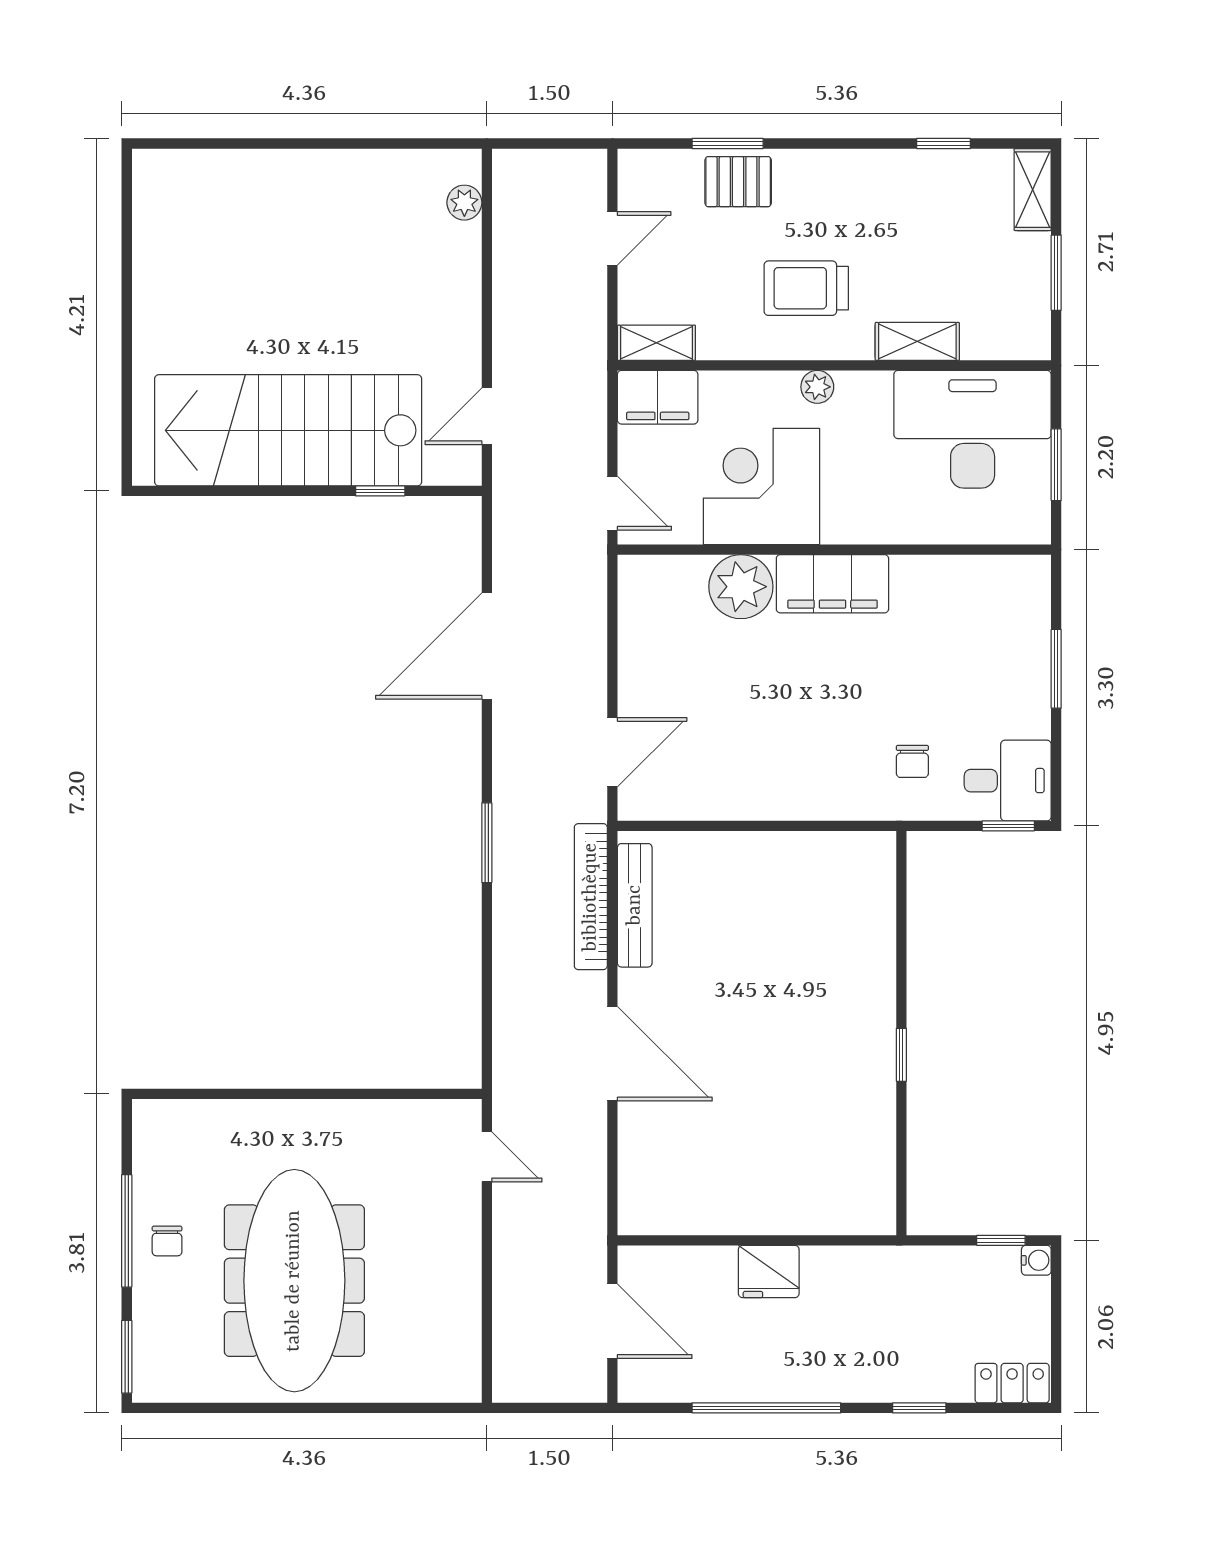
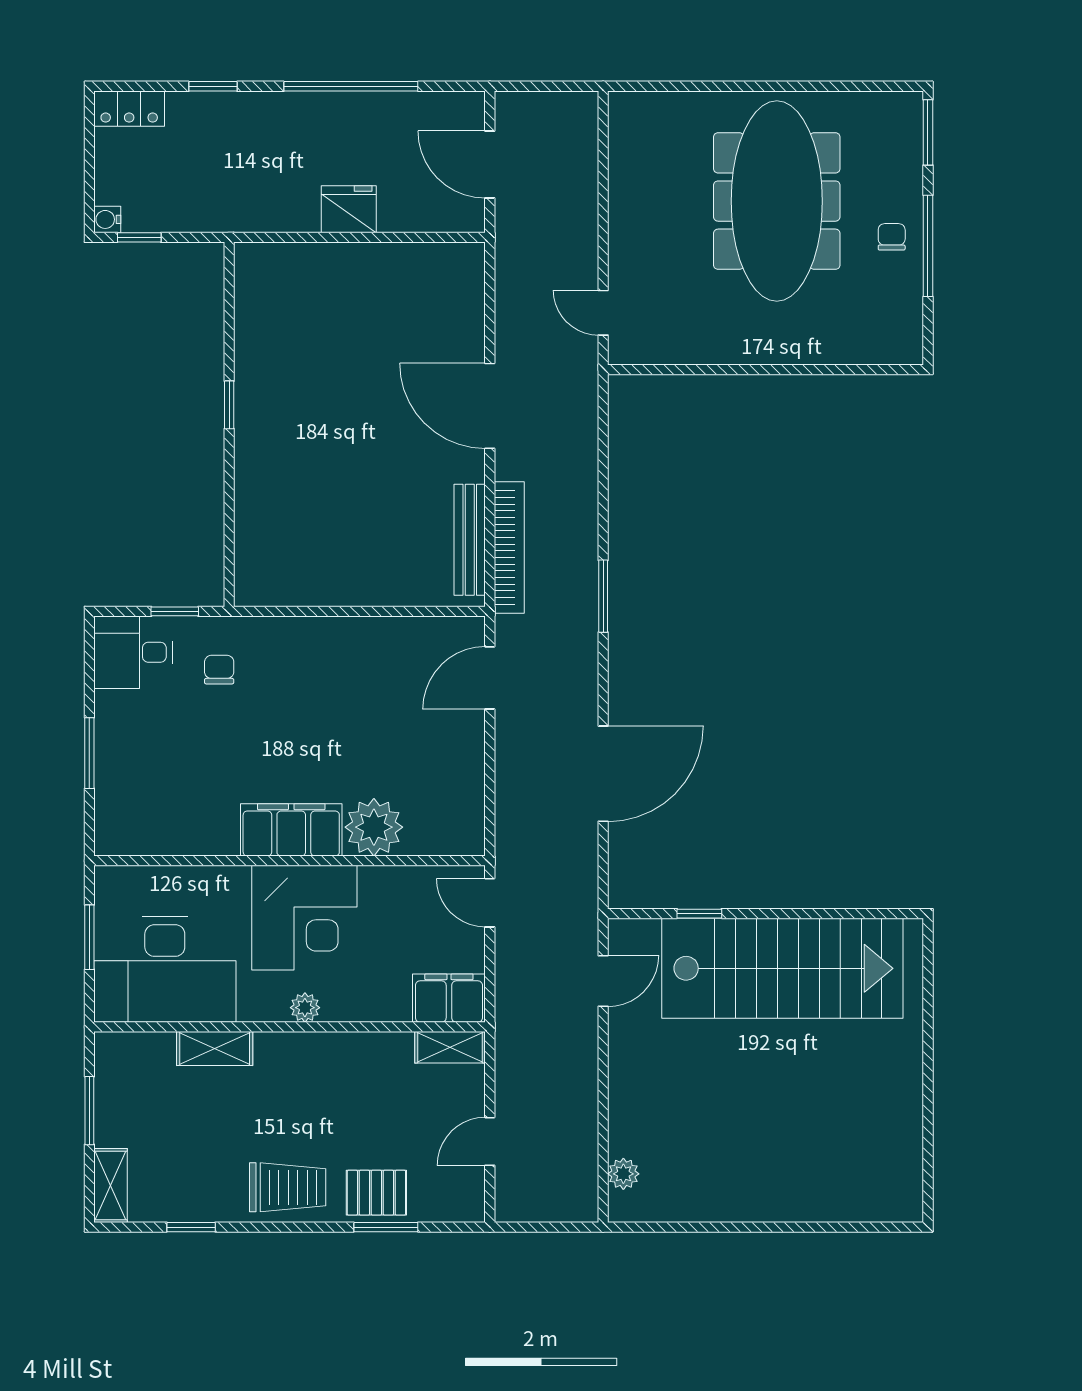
trolley: (806, 288) -> (288, 1187), moved
corner desk: (761, 486) -> (304, 918), moved
window: (1008, 826) -> (175, 611), moved

